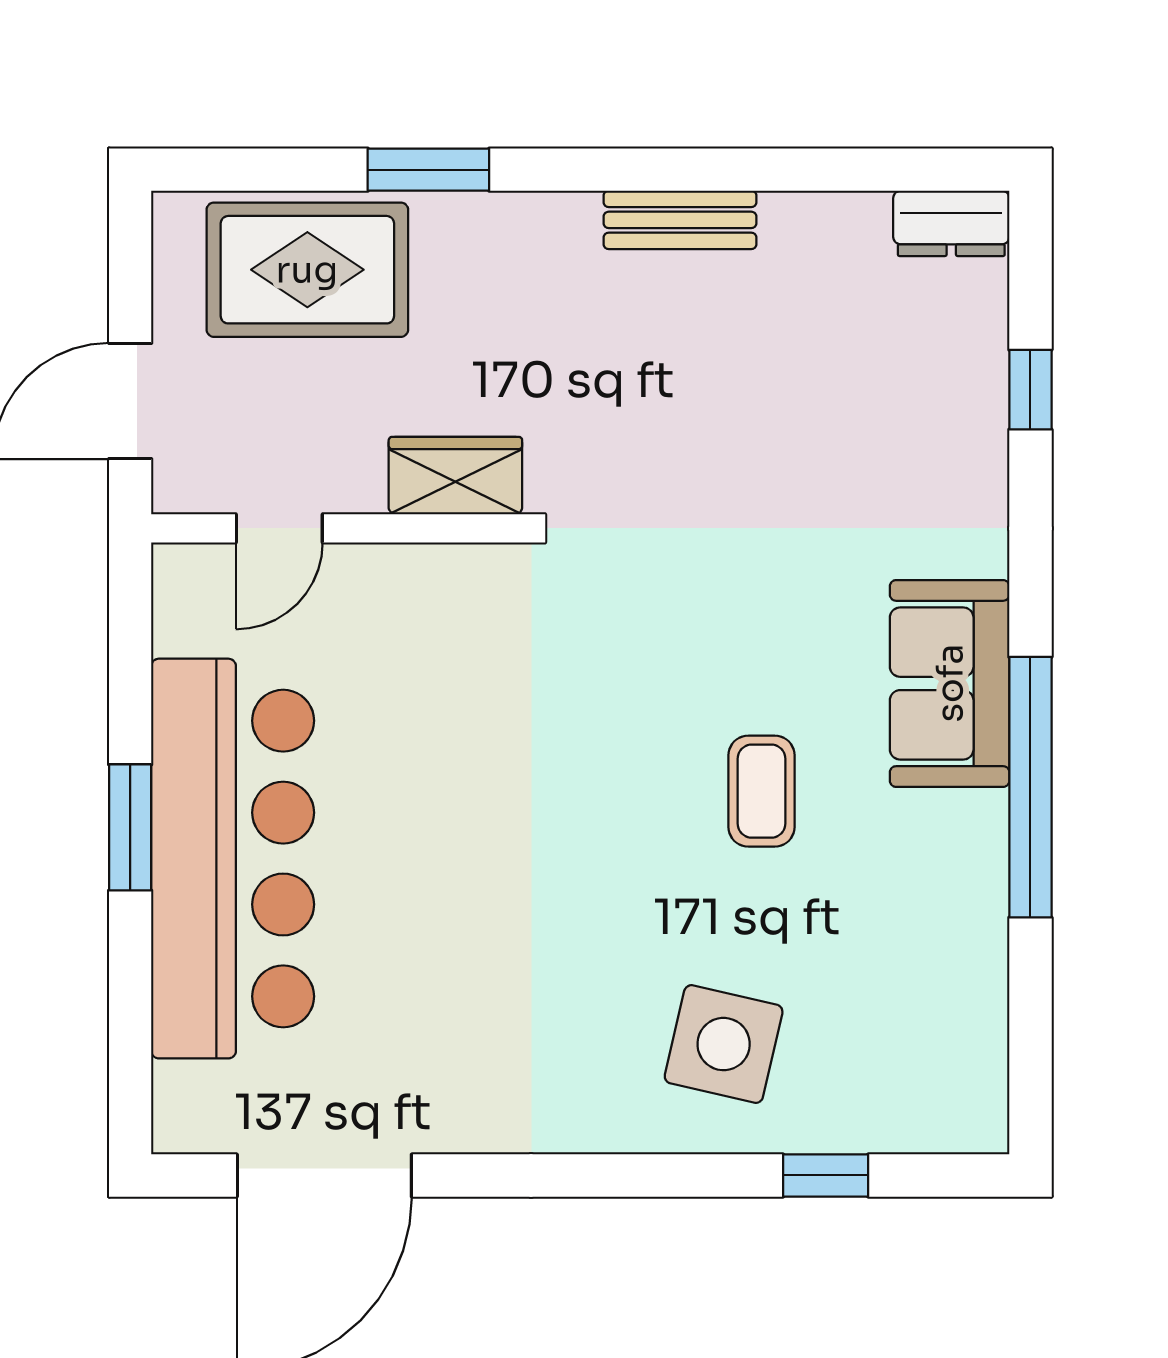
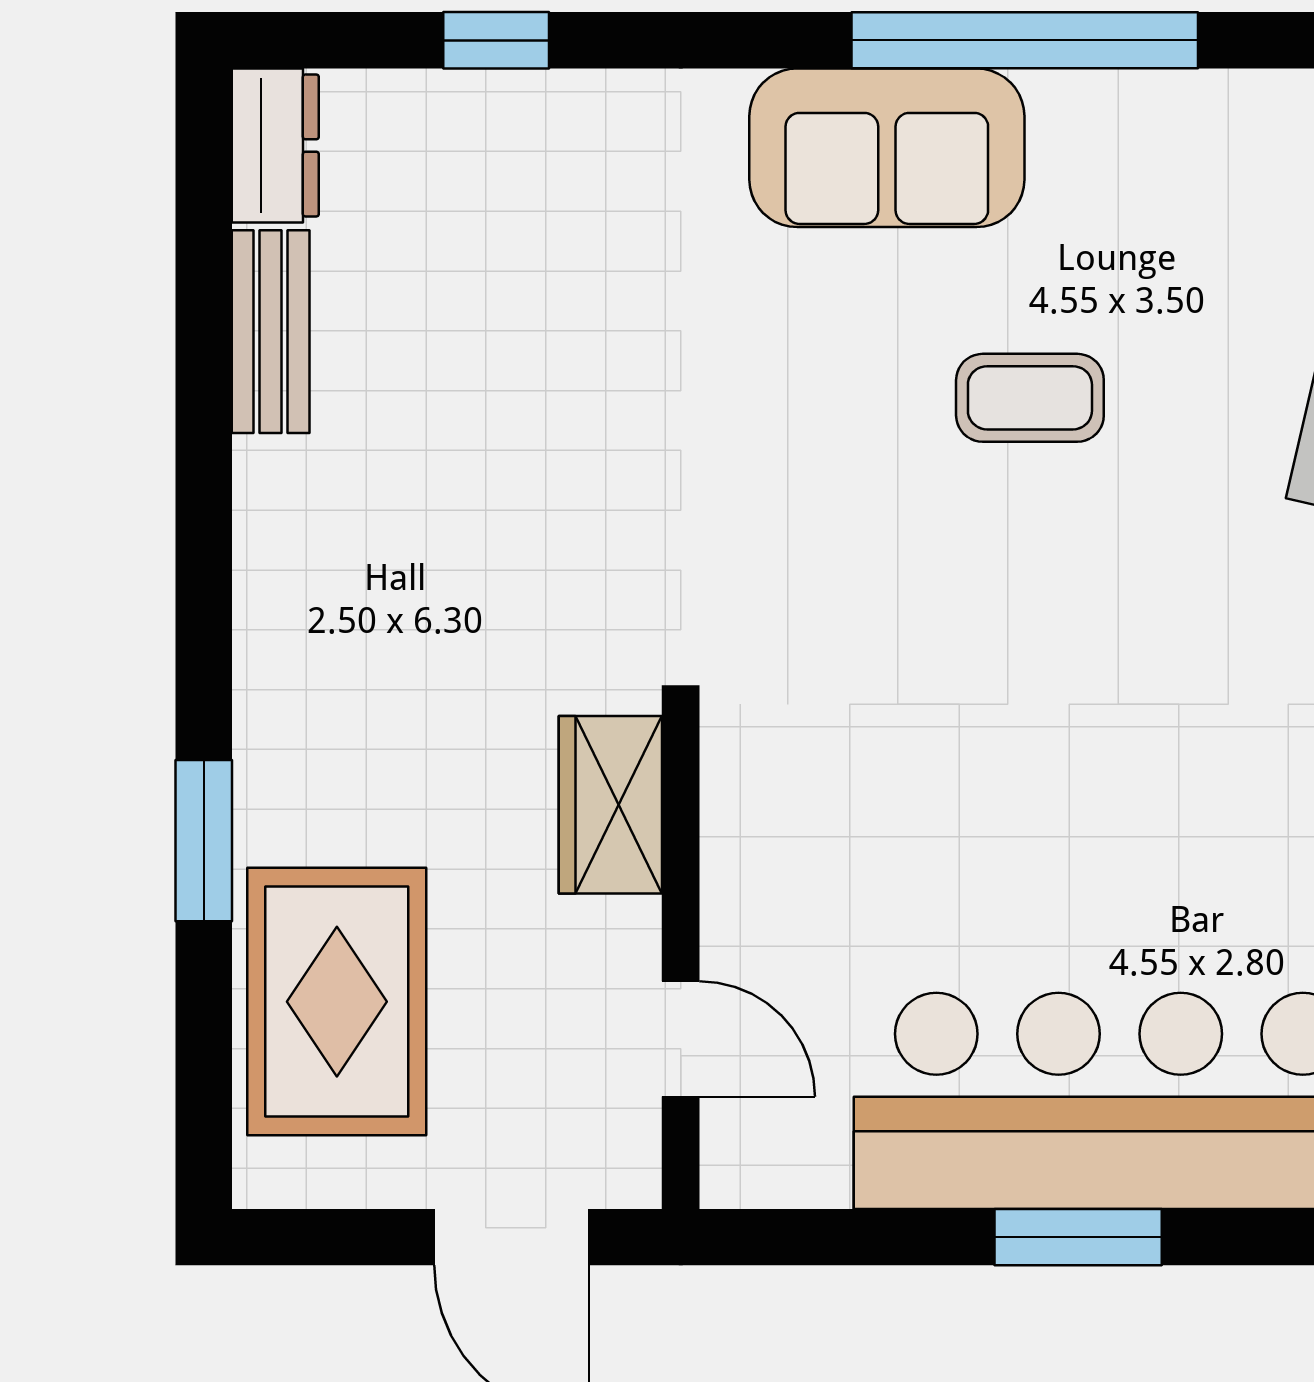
bench: (680, 220) -> (271, 332), moved

